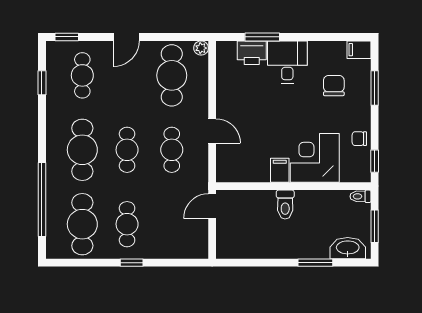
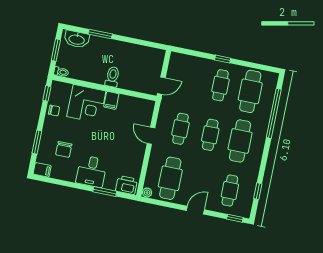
printer: (252, 53) -> (126, 185), moved

